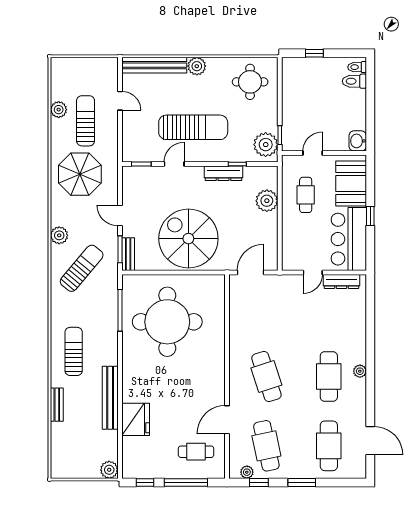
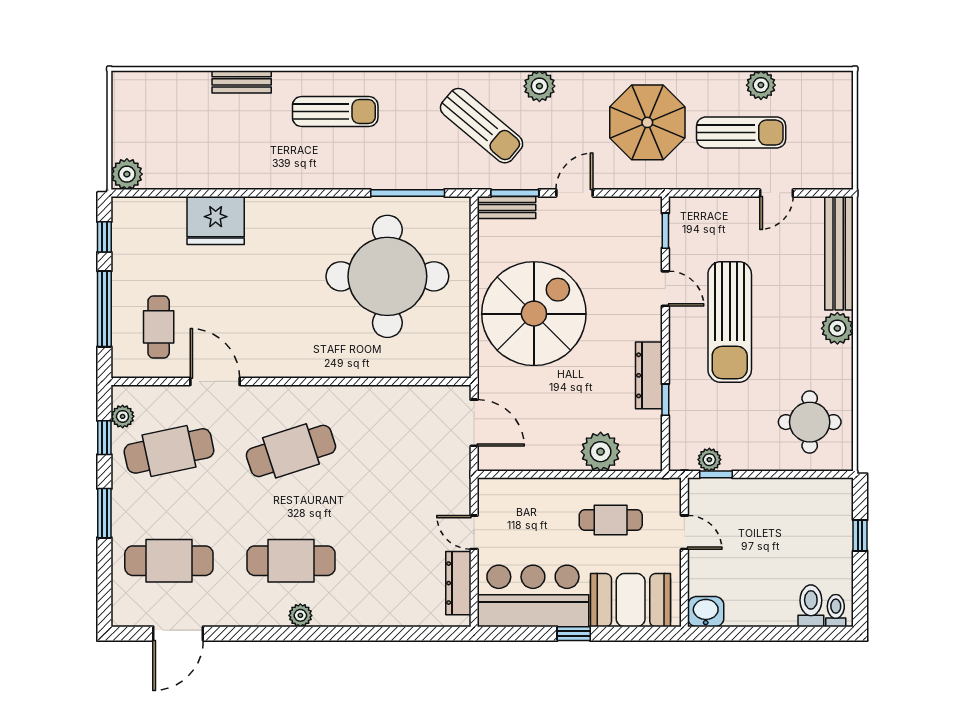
plant: (266, 145) -> (709, 460), width x0.53, depth x0.53
bench: (110, 398) -> (254, 176), removed

